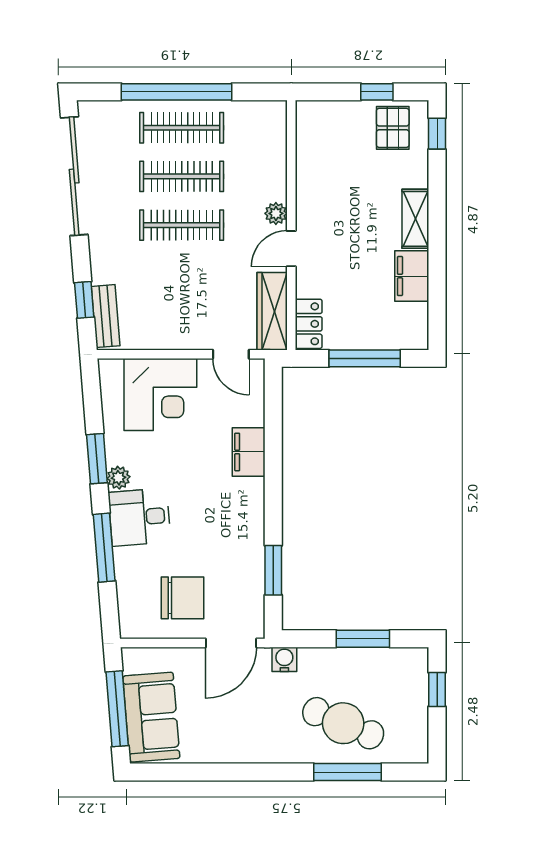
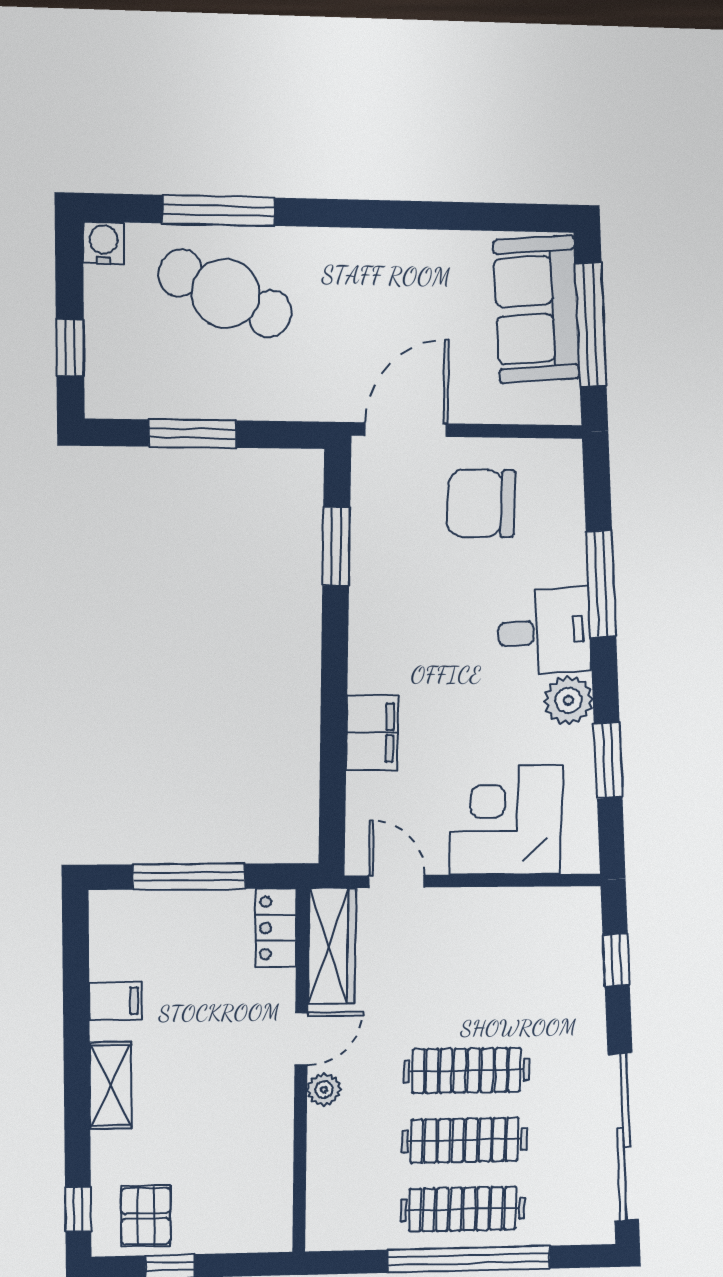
filing cabinet: (412, 276) -> (116, 1001), width x0.50
bench: (106, 316) -> (585, 936), removed
window: (97, 459) -> (608, 760), moved
plant: (118, 478) -> (568, 700), width x1.38, depth x1.38
water cooler: (284, 659) -> (104, 243), moved, turned 180

